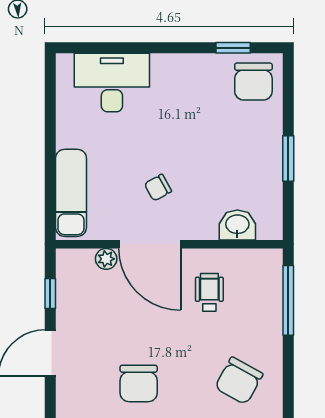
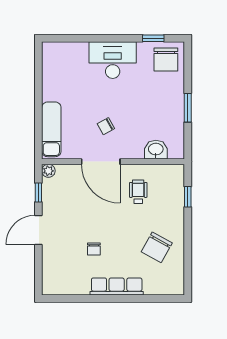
desk: (112, 83) -> (113, 60), moved
plant: (106, 259) -> (48, 171), moved
window: (288, 300) -> (188, 197), width x0.46
chair: (139, 383) -> (94, 249), width x0.54, depth x0.54

